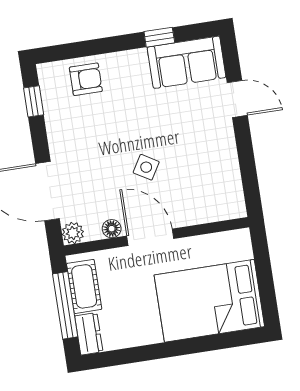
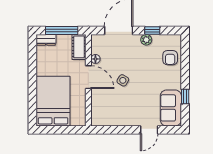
window: (34, 101) -> (152, 31), moved
plant: (73, 233) -> (146, 40), moved
door: (150, 237) -> (88, 77), hinge flipped
cot: (84, 286) -> (79, 47), moved, turned 90

